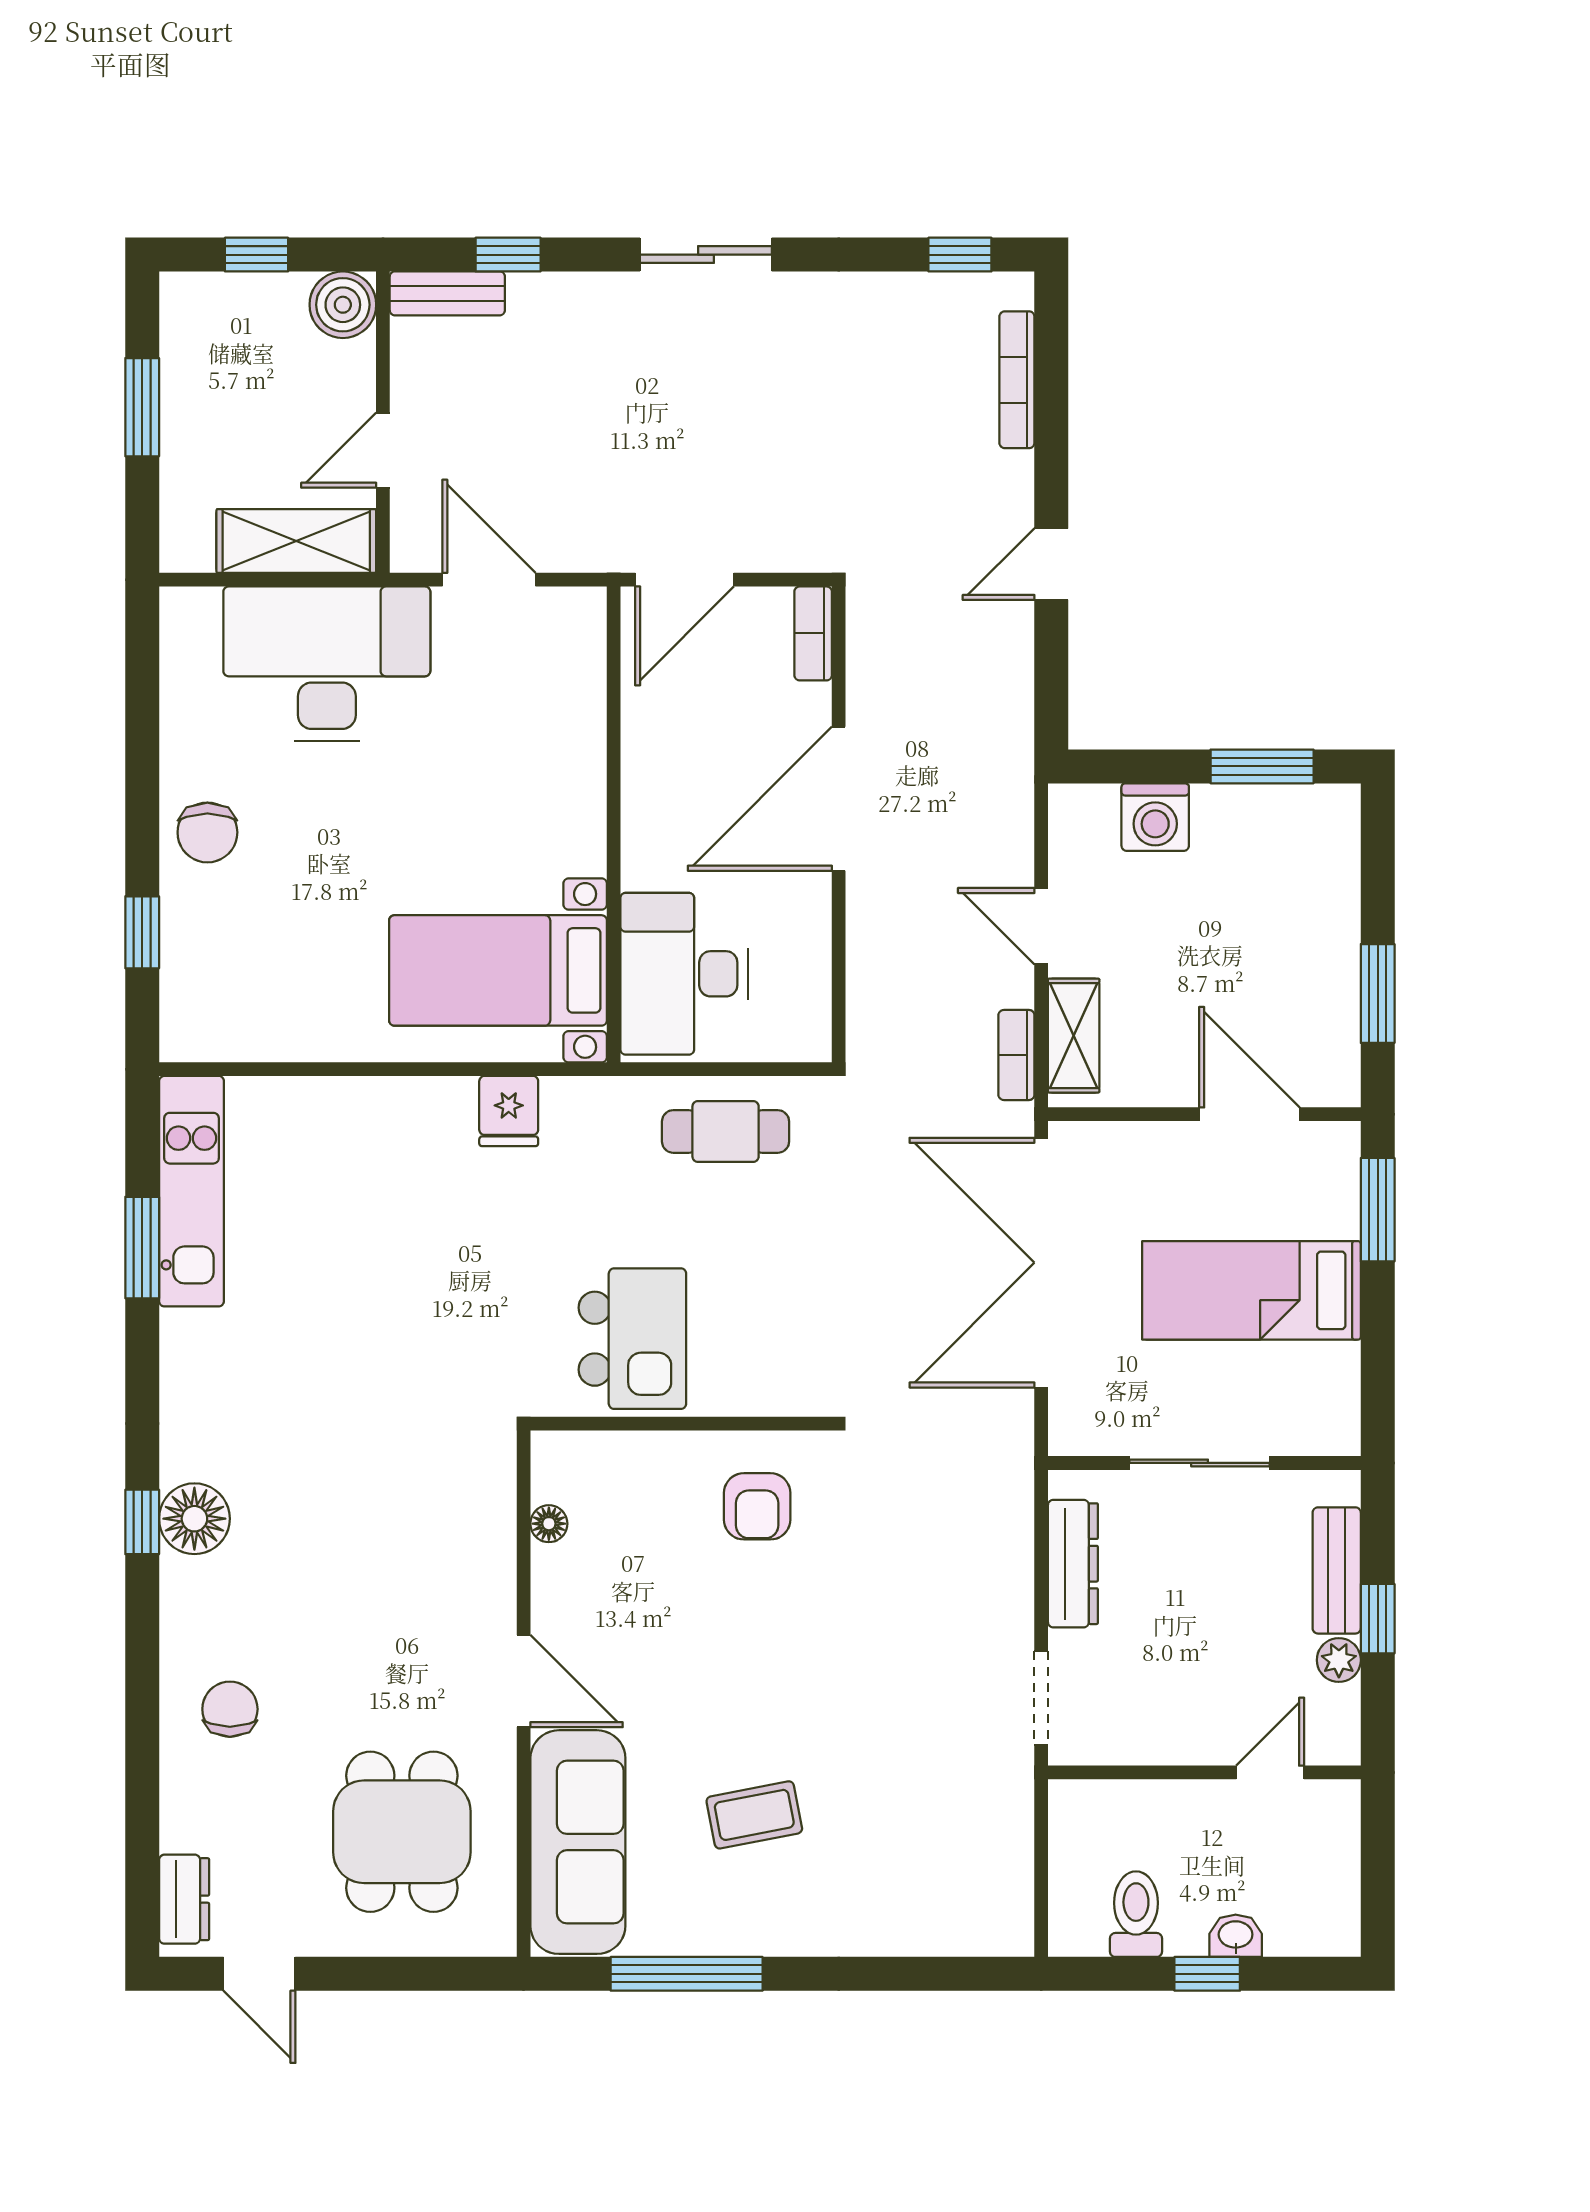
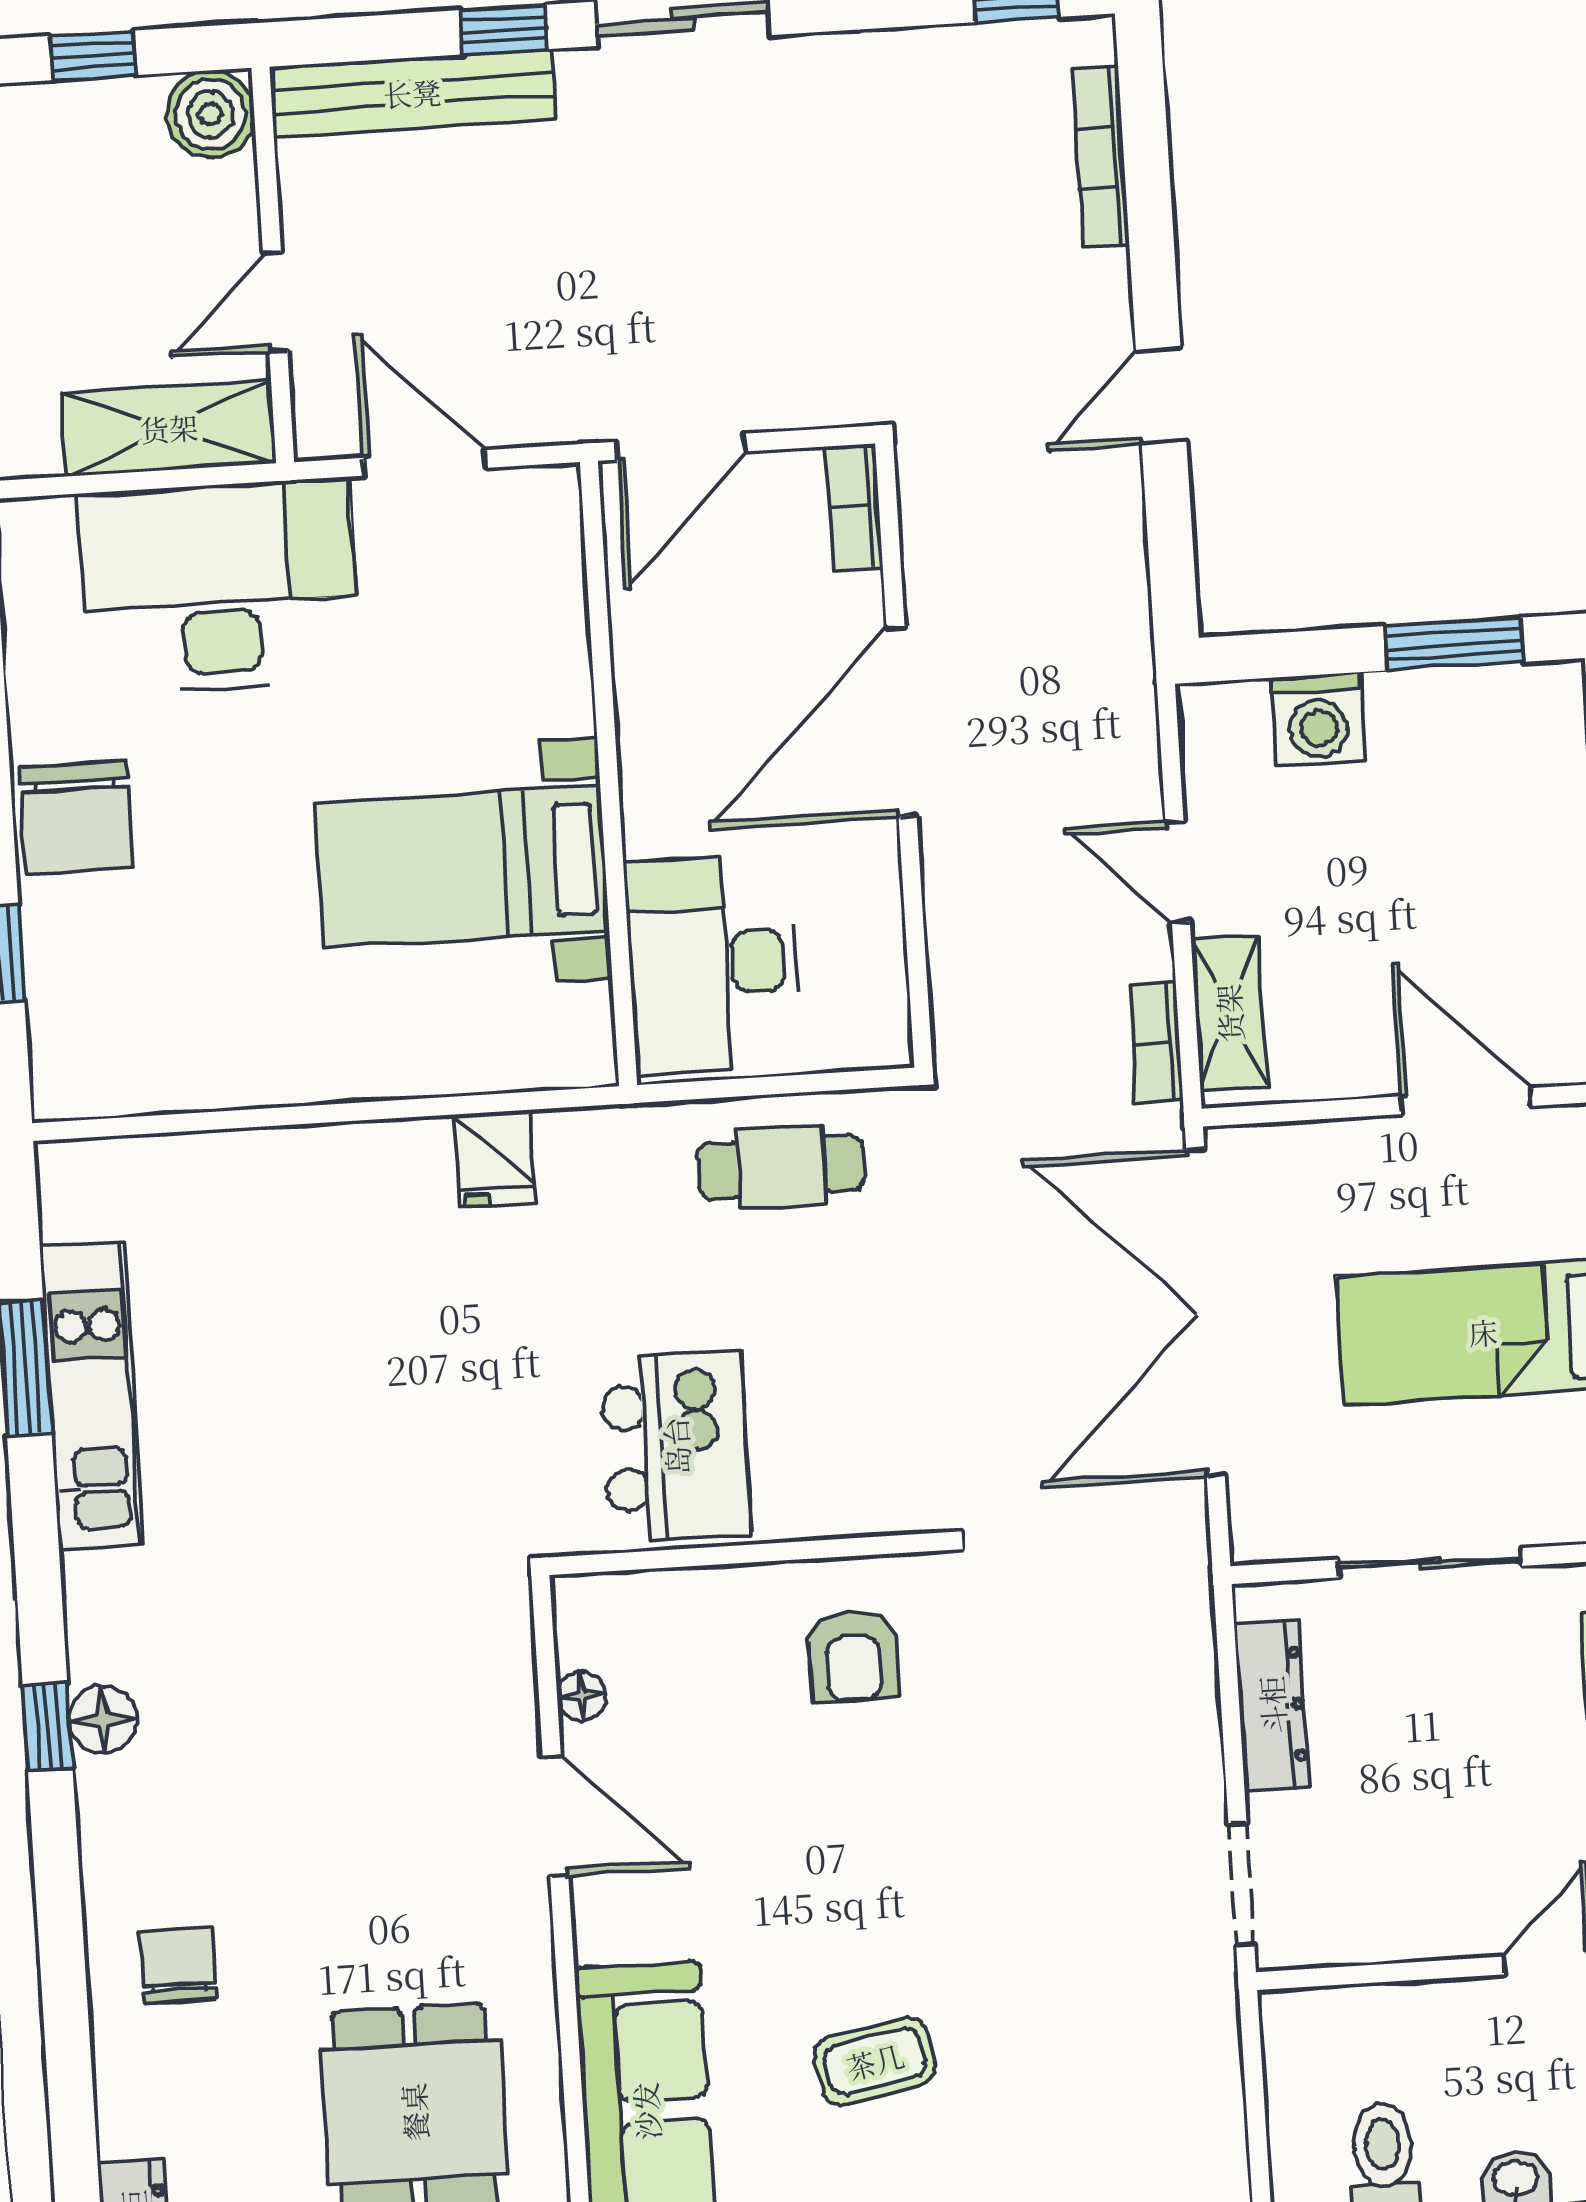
window: (508, 255) -> (504, 30), moved
bench: (447, 293) -> (412, 93), width x1.86, depth x1.21
chair: (207, 832) -> (76, 818), width x1.37, depth x1.37
bed with nightstands: (498, 970) -> (462, 867), moved
kitchen unit: (192, 1191) -> (92, 1395), moved
floor lamp: (194, 1519) -> (103, 1719), width x0.73, depth x0.73
door: (524, 1681) -> (556, 1816), moved

